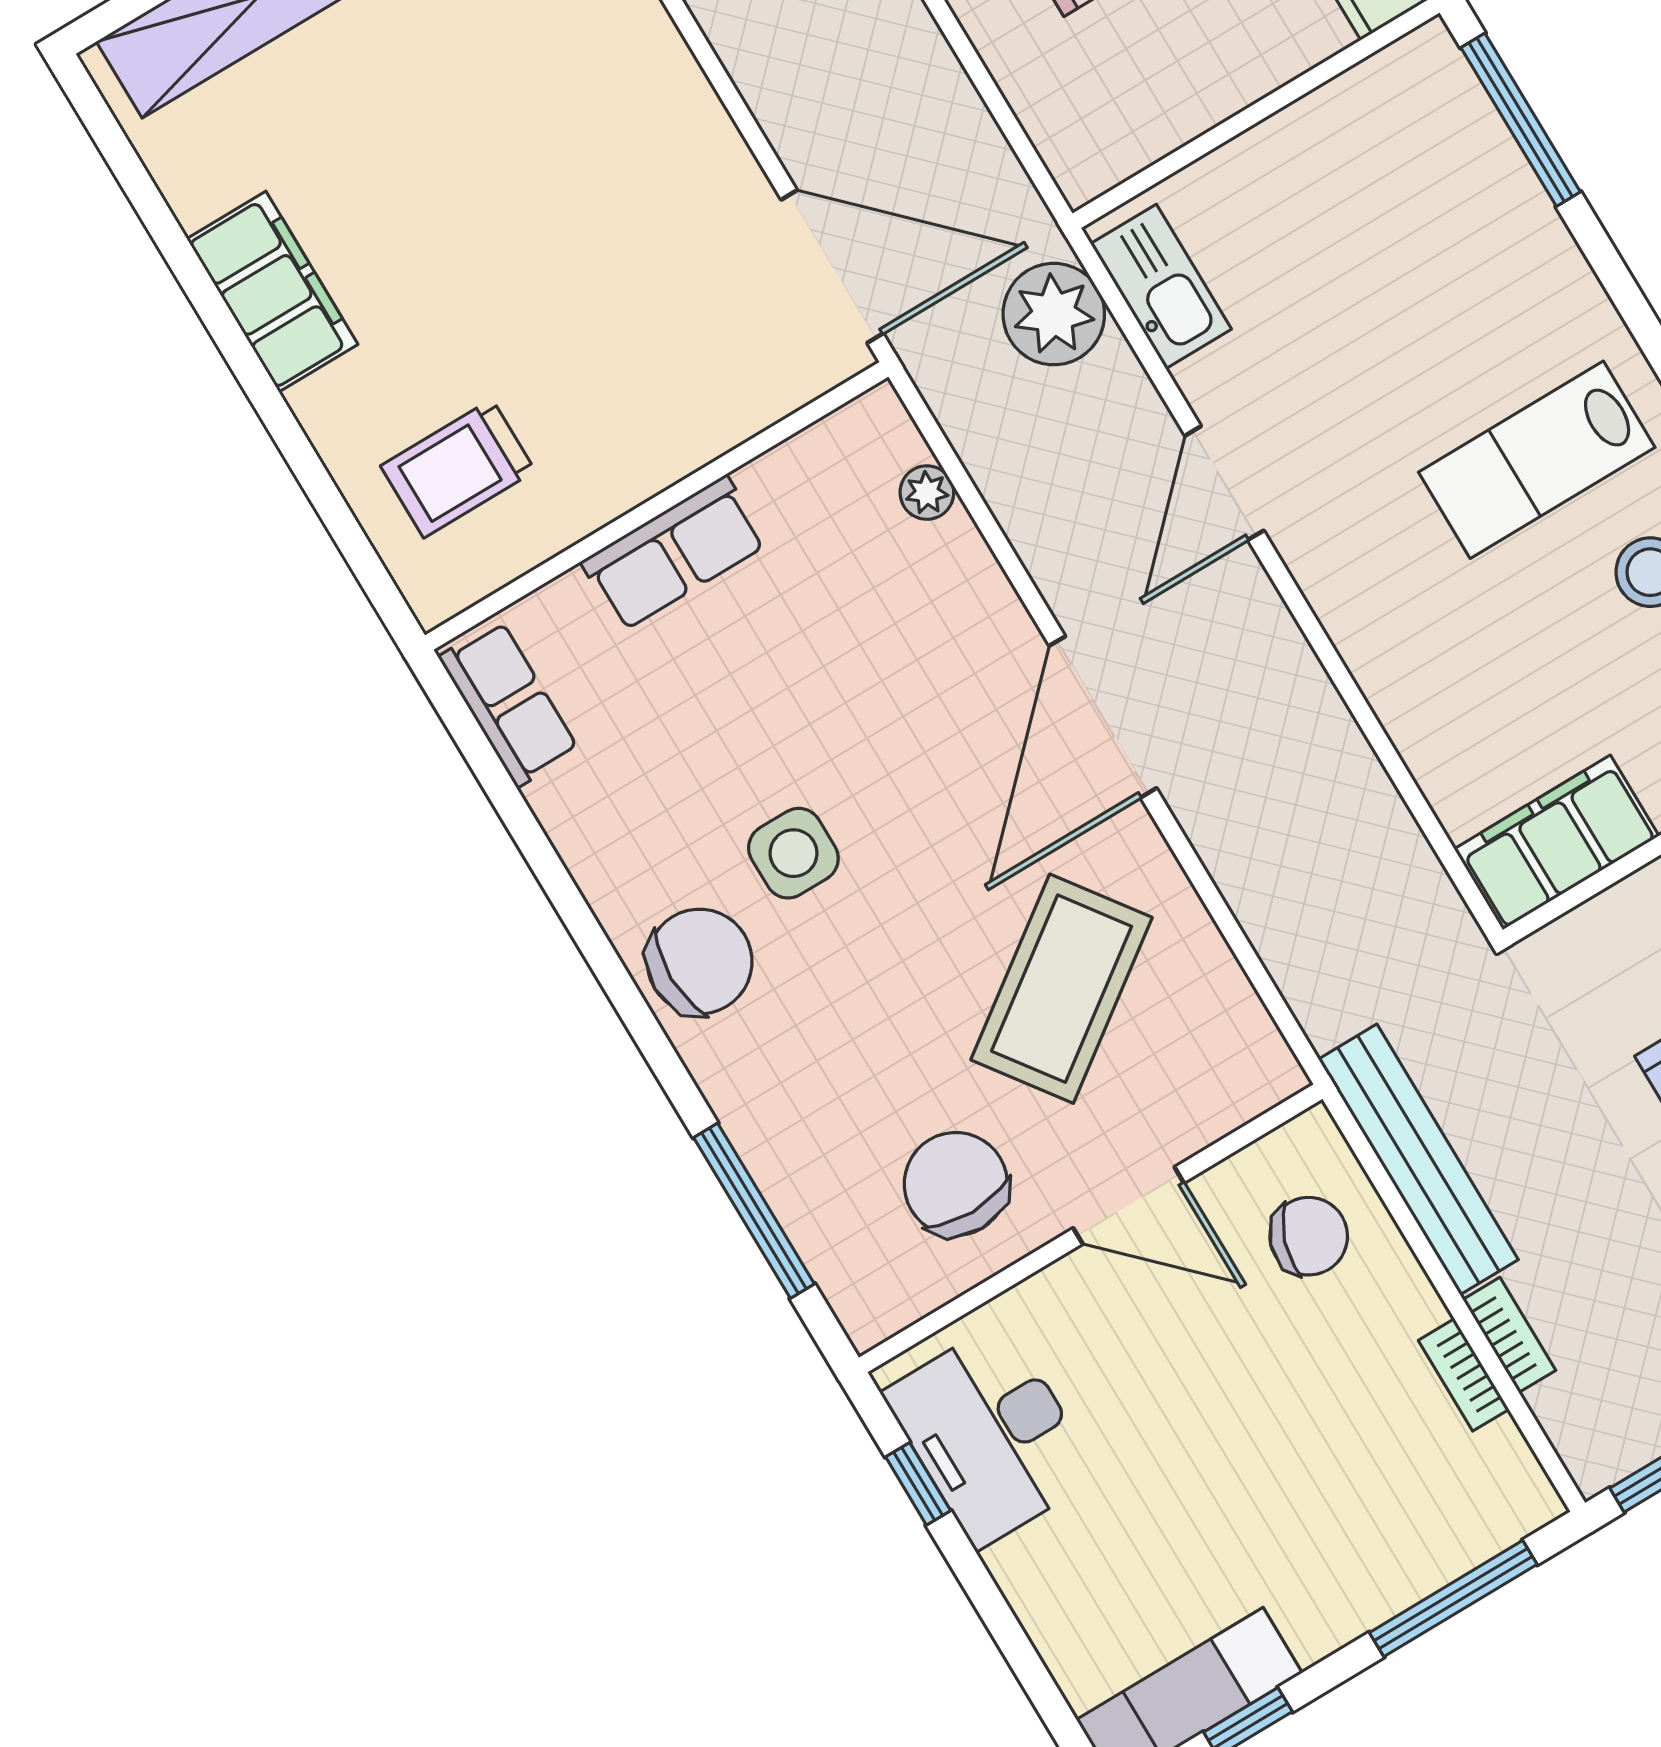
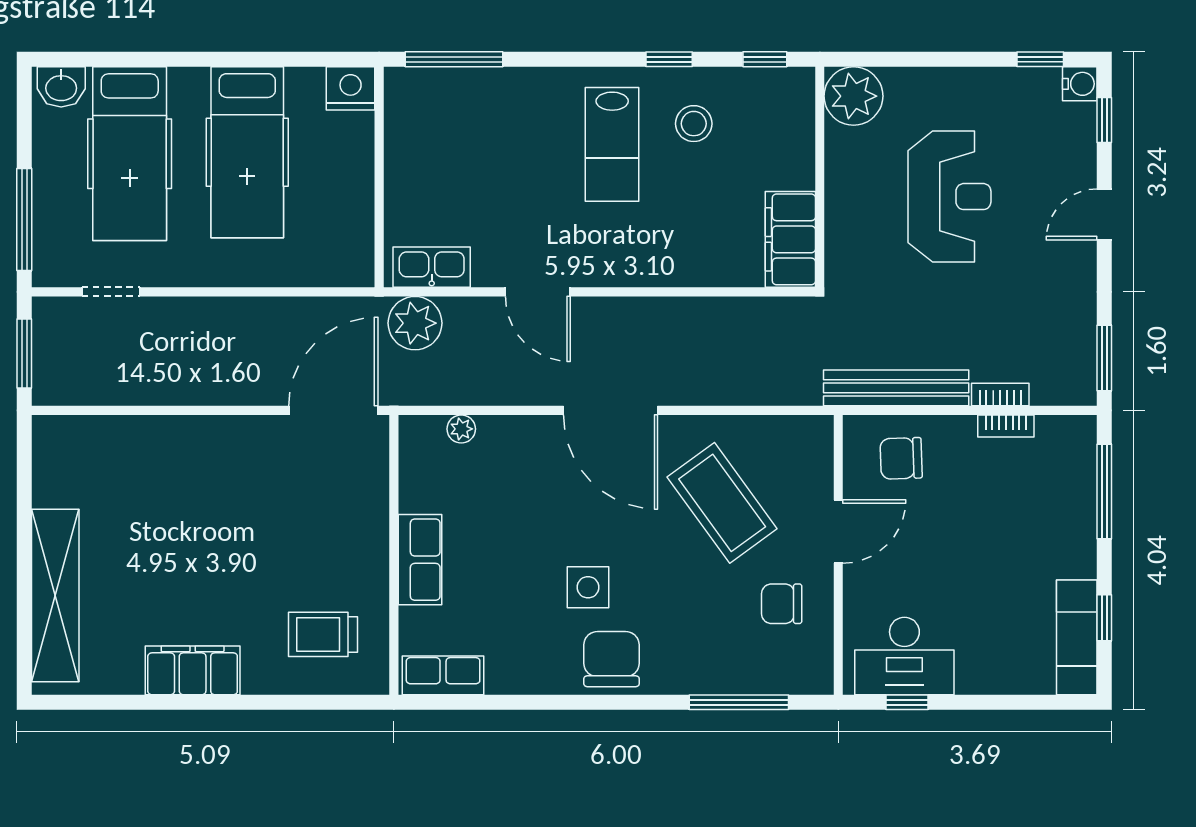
trolley: (458, 468) -> (323, 634), turned 90
chair: (956, 1184) -> (782, 604), width x0.73, depth x0.73
chair: (1309, 1236) -> (901, 458), turned -111

